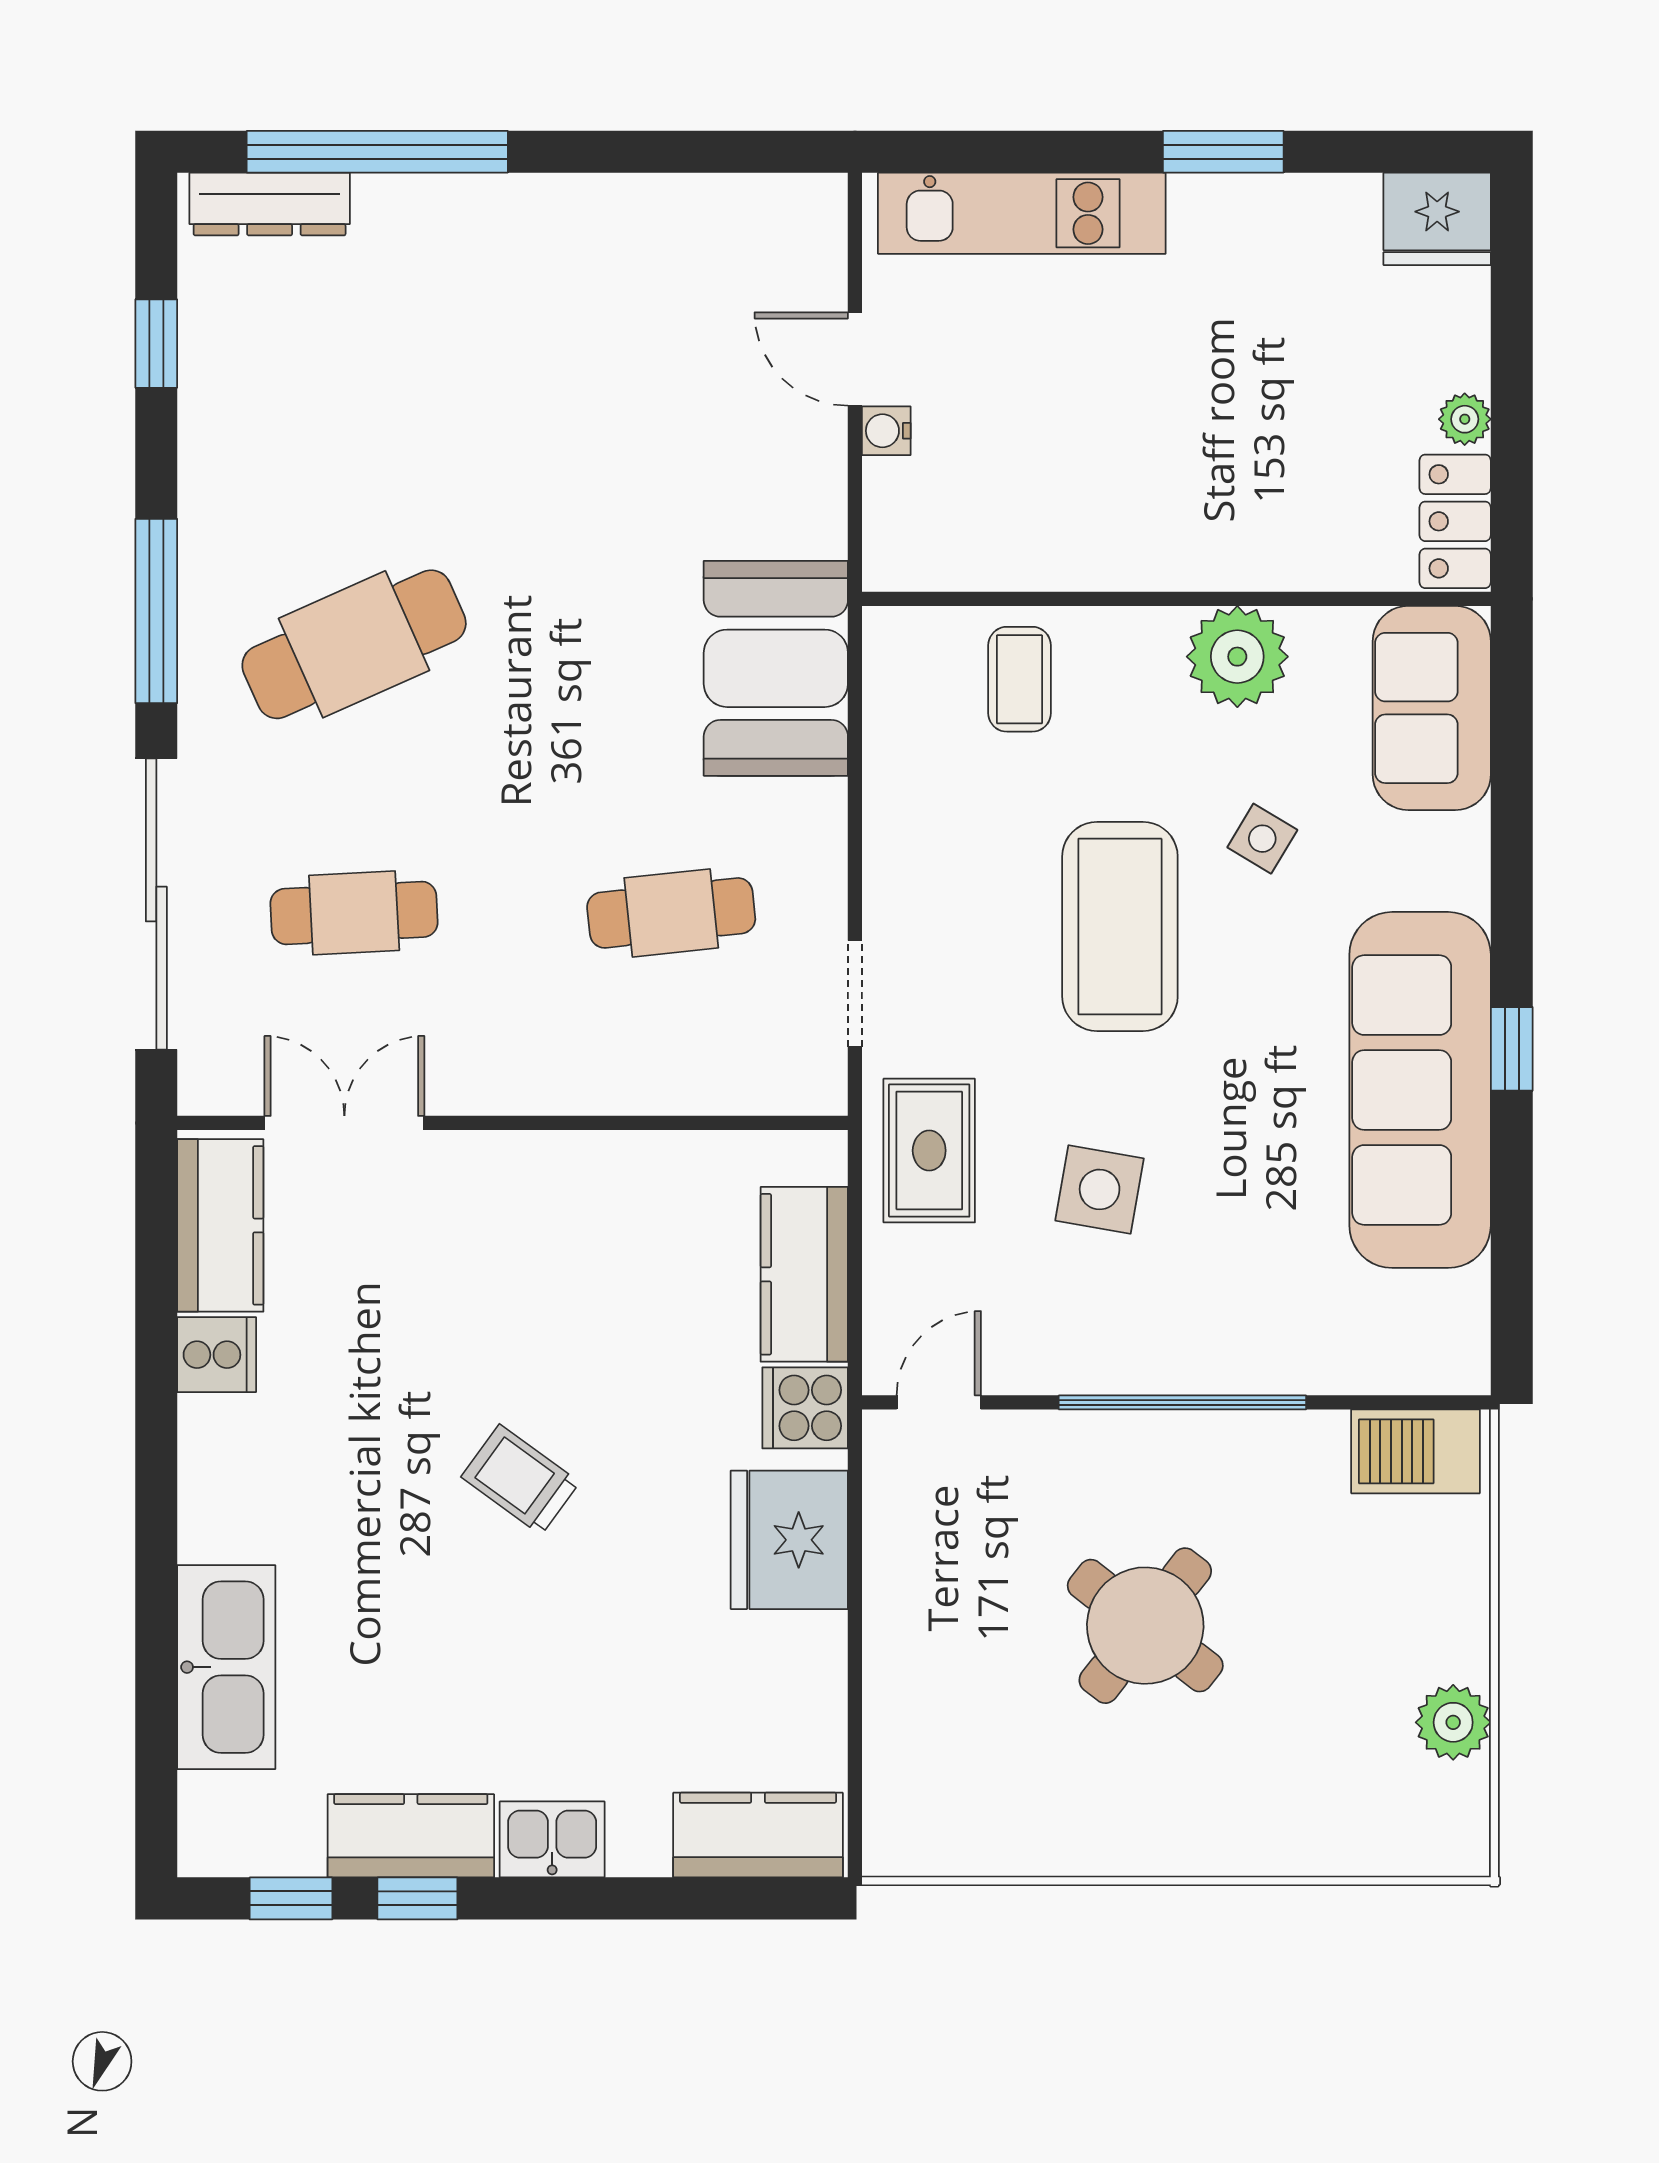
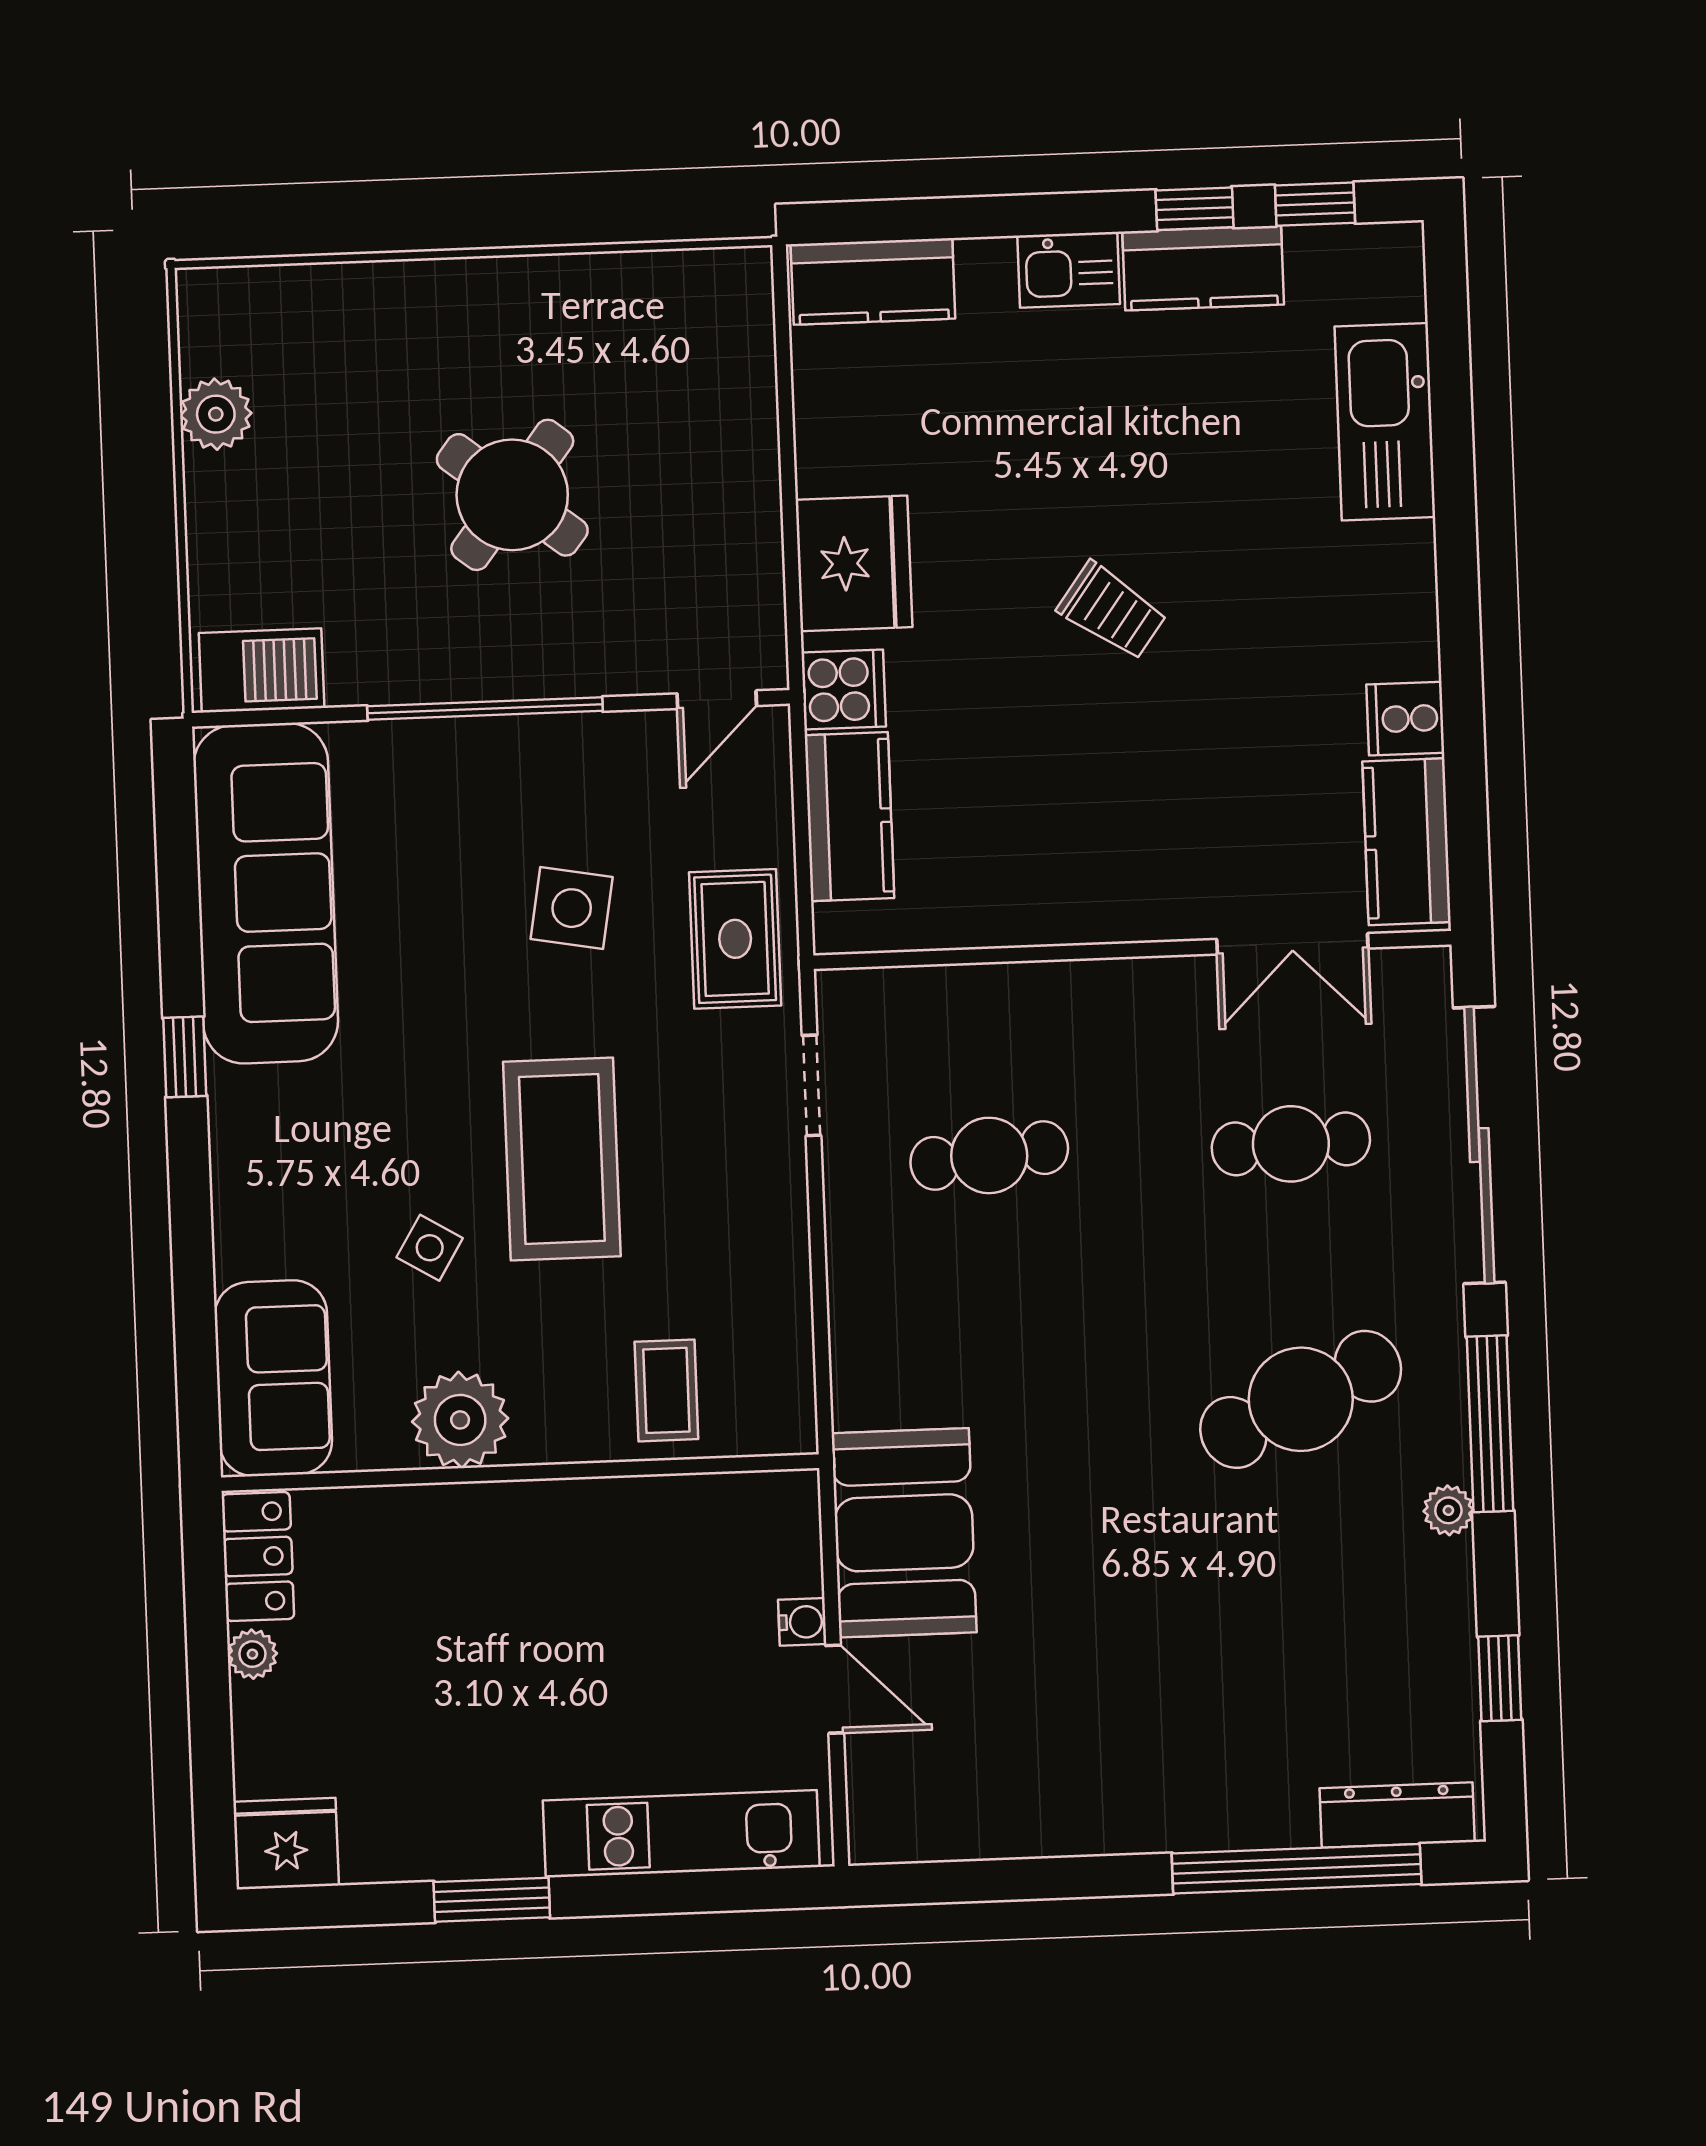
plant: (203, 522) -> (1448, 1510), added
booth: (776, 668) -> (904, 1533), moved
sofa: (1420, 1090) -> (266, 893), moved

